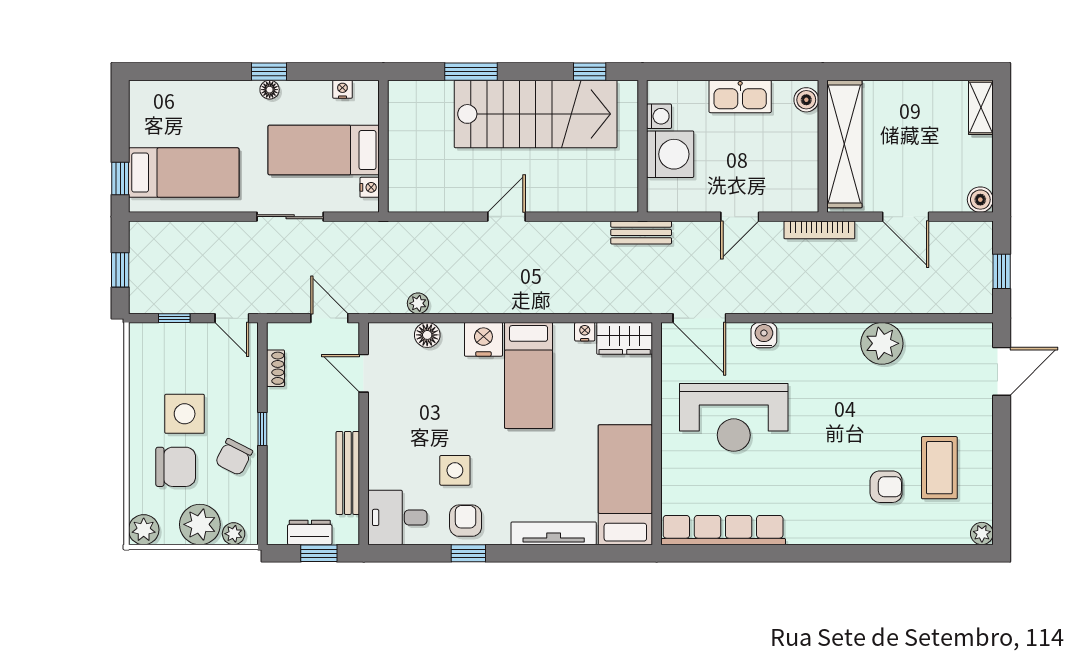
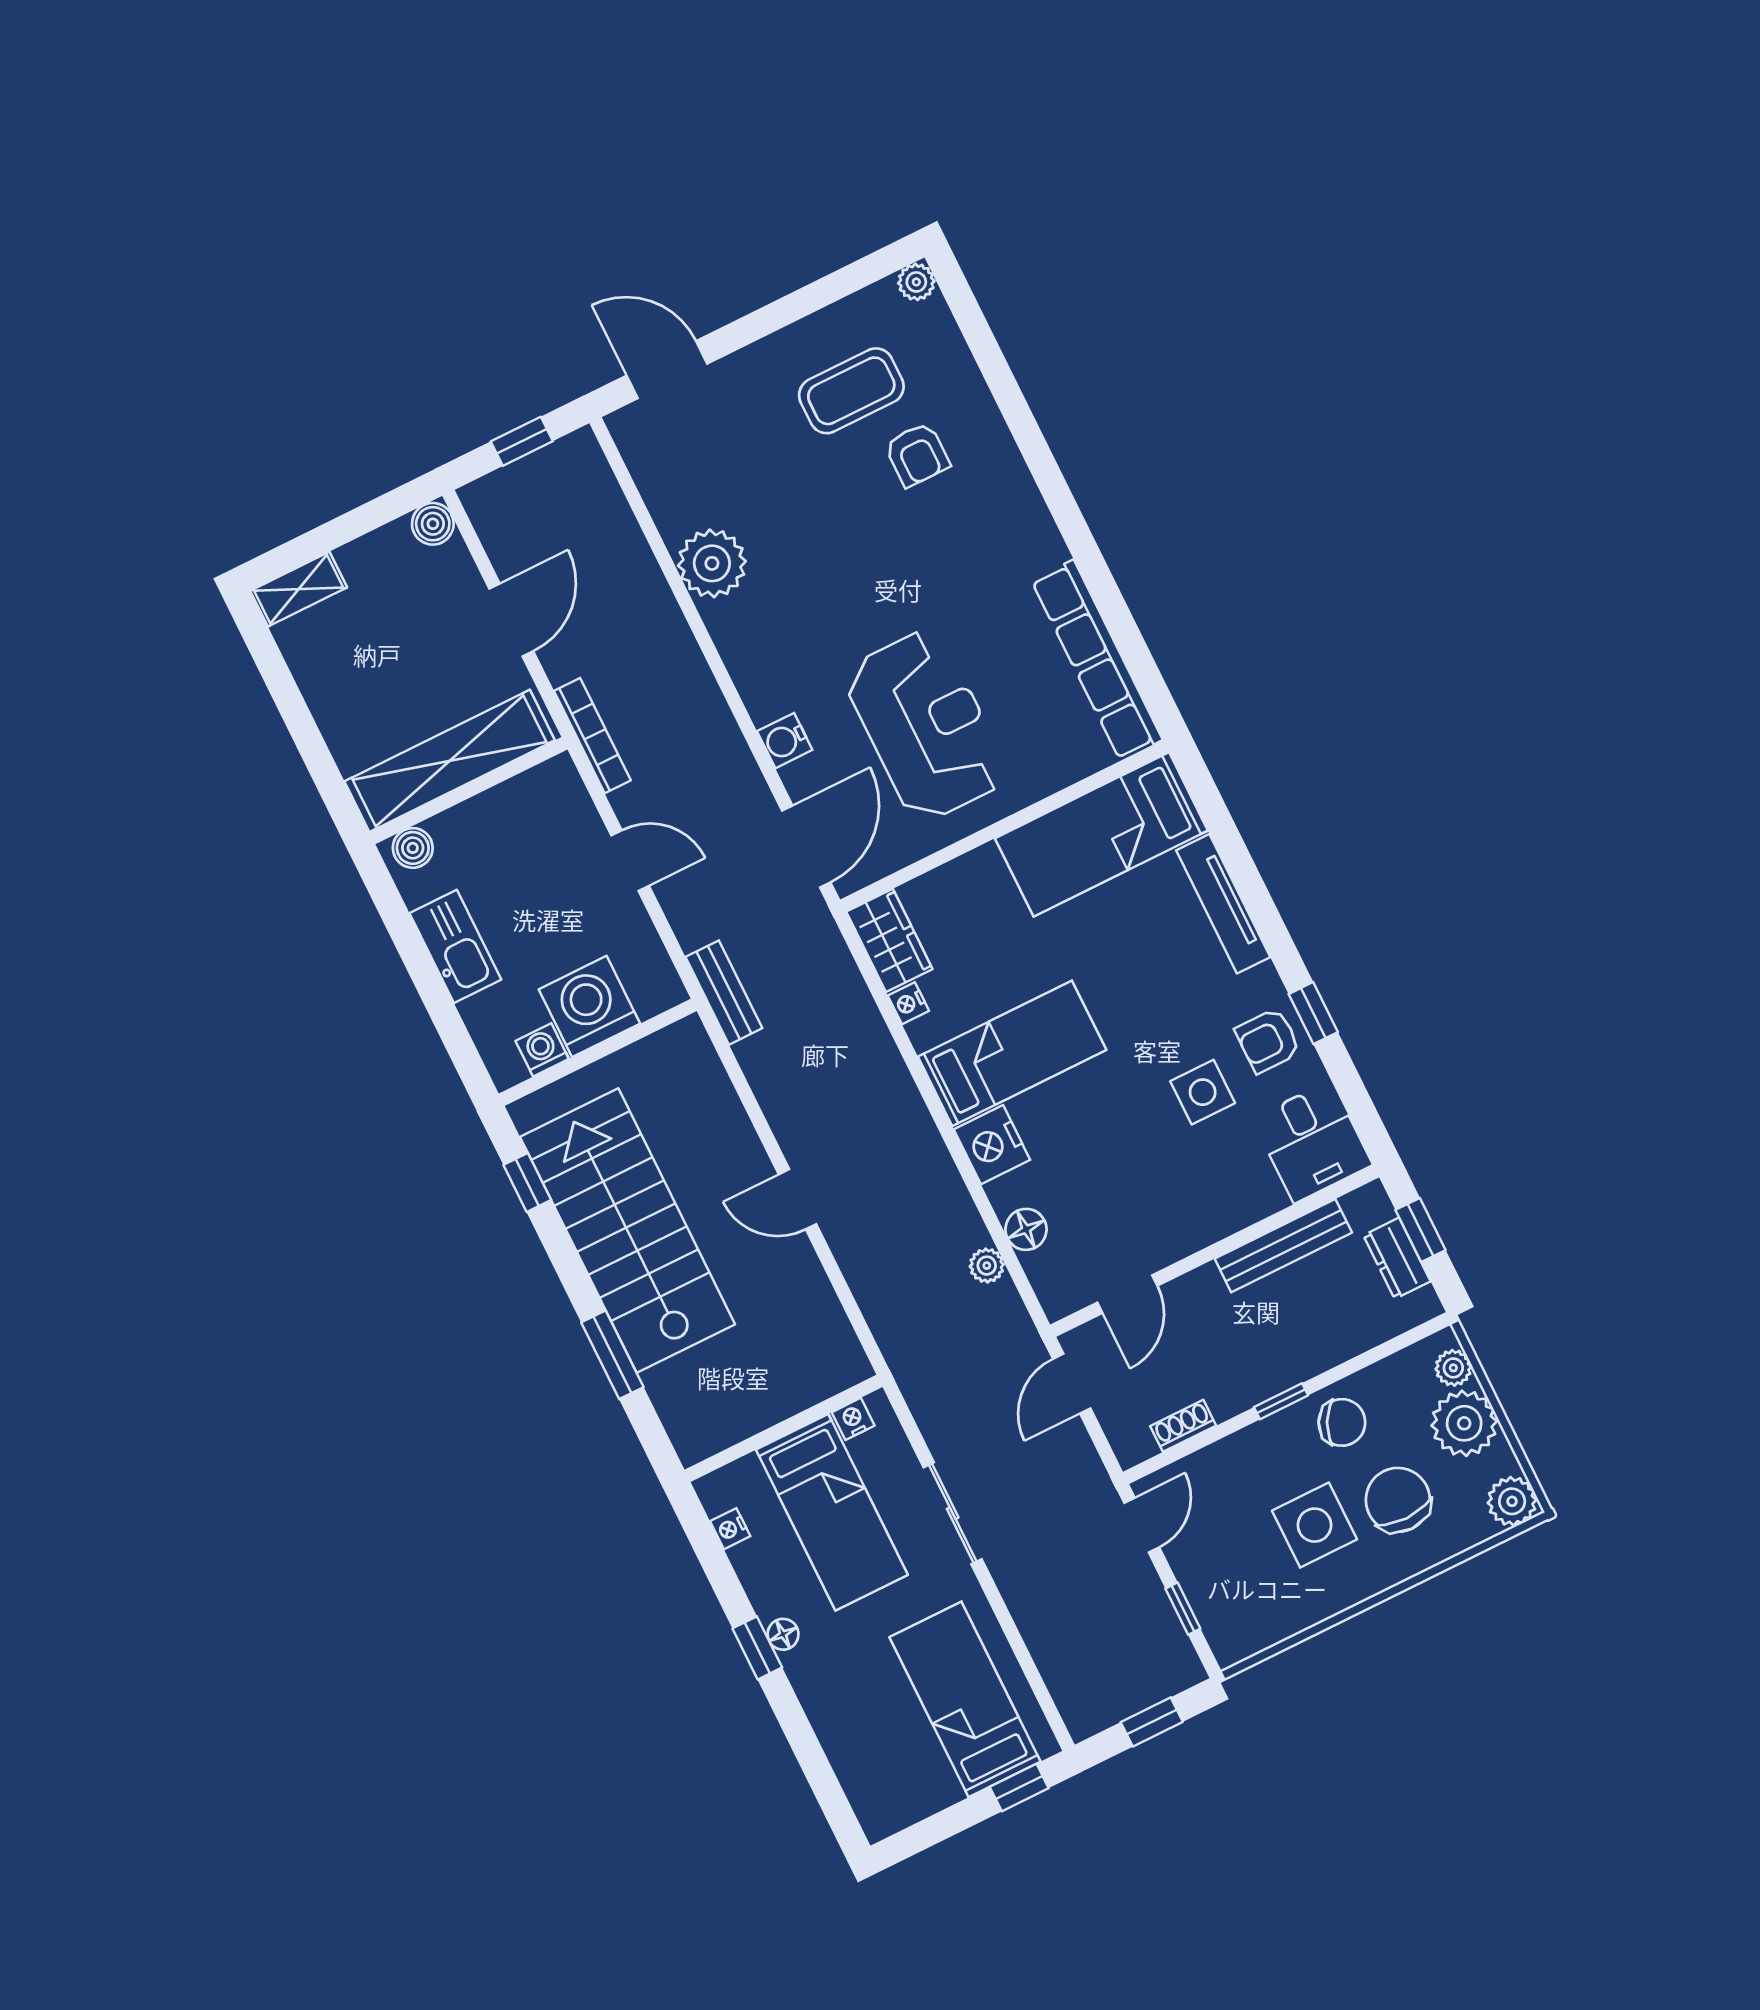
armchair: (886, 487) -> (917, 455), turned 180

